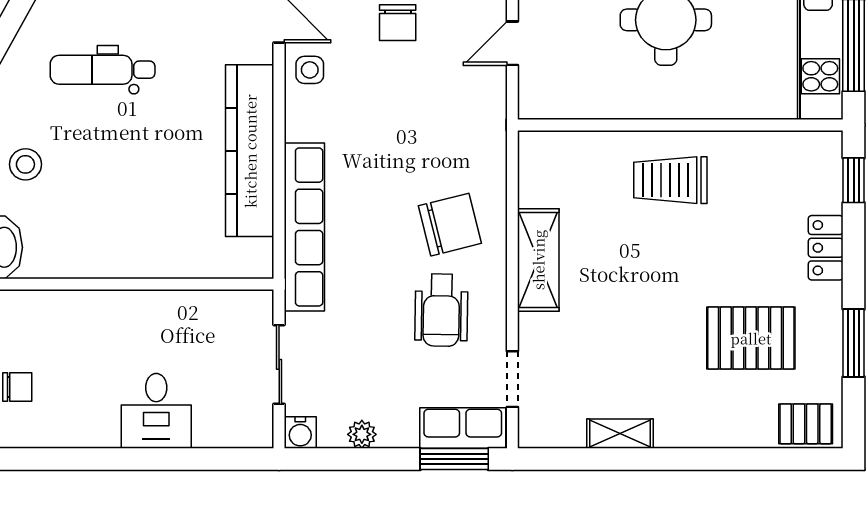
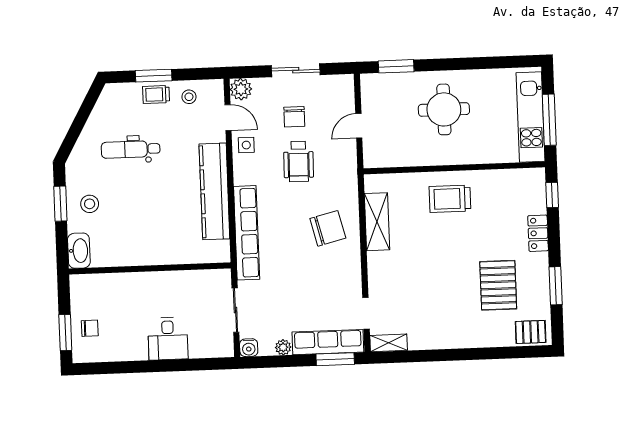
shelving: (538, 260) -> (377, 222), moved
wheelchair: (441, 310) -> (299, 161), moved
pallet: (751, 338) -> (498, 285), turned 90
row of seats: (463, 428) -> (328, 342), width x1.48
shelving: (620, 434) -> (389, 343), moved

